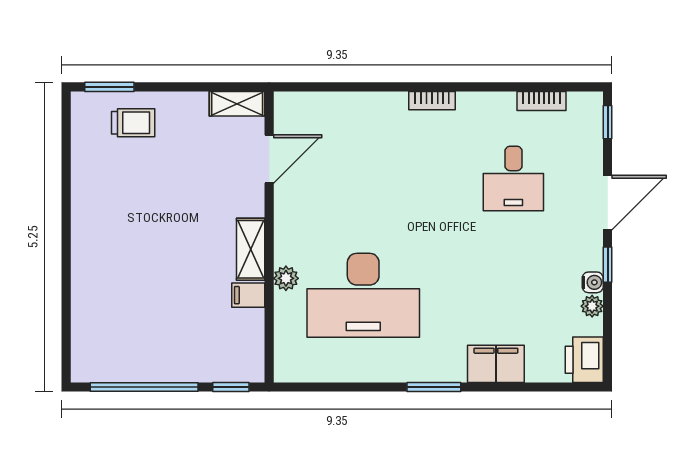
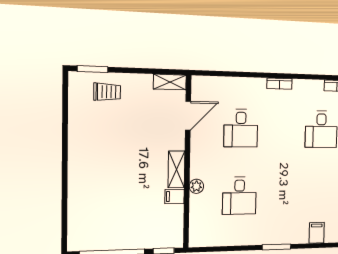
desk: (363, 179) -> (241, 128), added
desk: (363, 295) -> (239, 196), width x0.53, depth x0.77
filing cabinet: (496, 364) -> (317, 233), width x0.50

